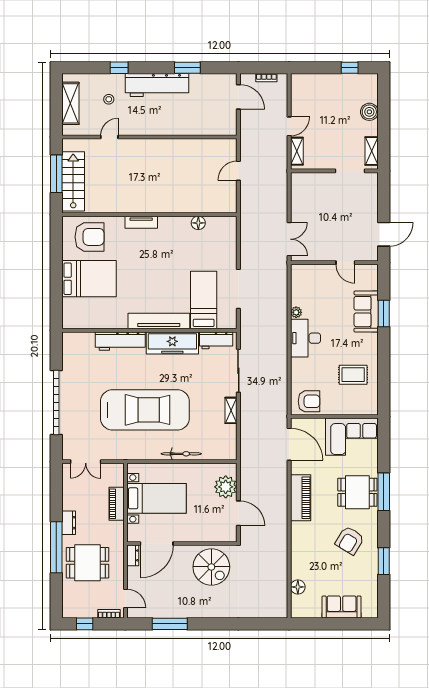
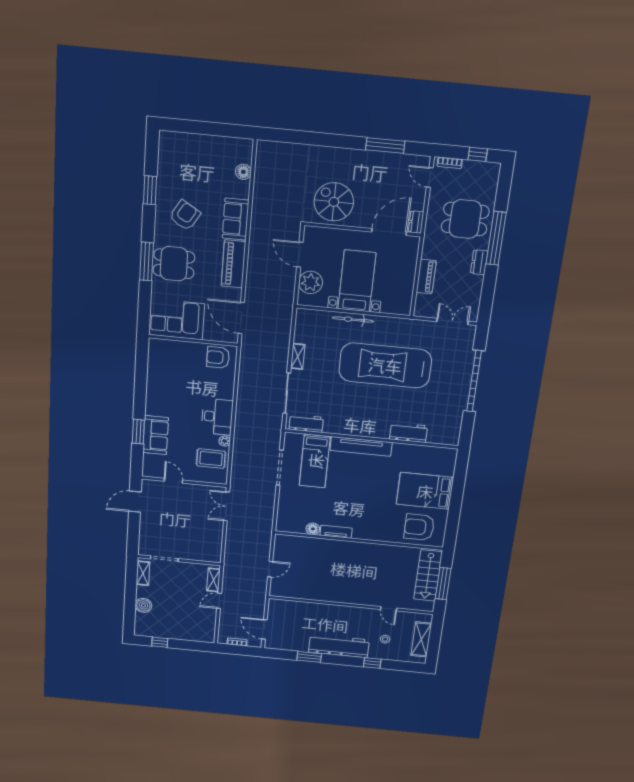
door: (109, 137) -> (389, 609), hinge flipped
tv unit: (141, 222) -> (336, 532), moved
workbench: (120, 341) -> (408, 433), width x0.73
freezer: (172, 343) -> (350, 425), removed
rug: (353, 375) -> (211, 459), moved
bed with nightstands: (157, 498) -> (357, 281), moved, turned 90
sofa: (342, 607) -> (236, 219), moved, turned 90

